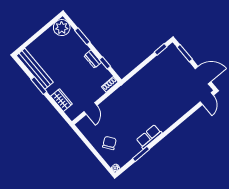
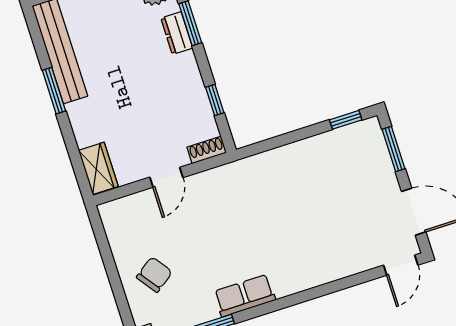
dresser: (93, 59) -> (177, 33), moved
wardrobe: (61, 100) -> (98, 168), moved
door: (90, 109) -> (166, 177), moved

